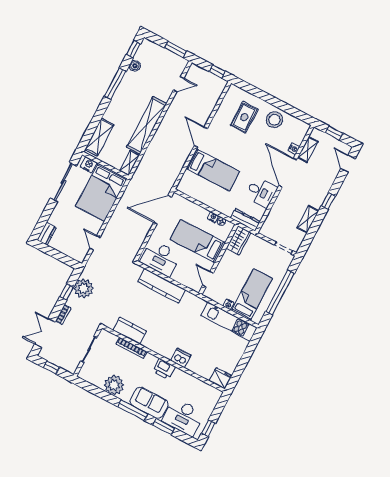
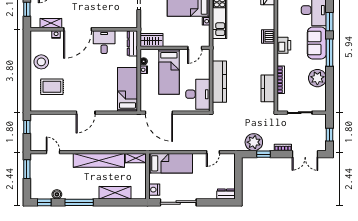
shelving: (99, 137) -> (115, 193), moved
bed: (213, 170) -> (128, 89), moved
bed: (101, 192) -> (171, 163), width x0.67

